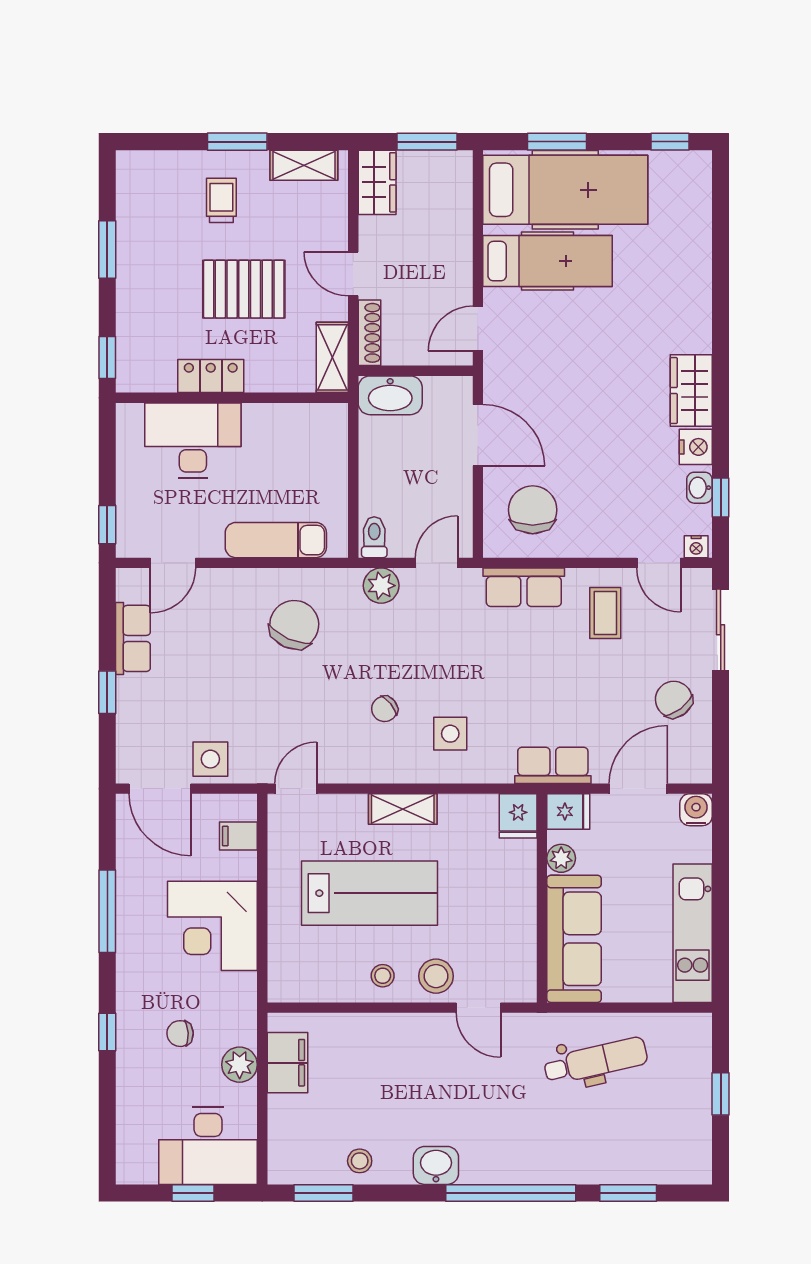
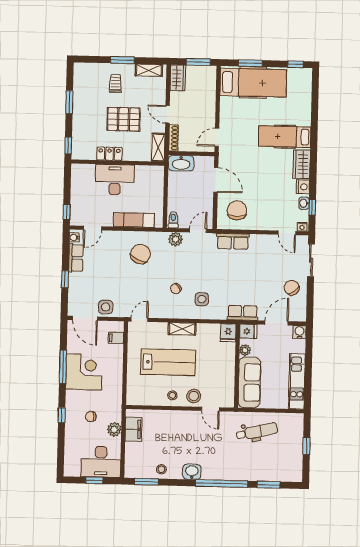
hospital bed: (548, 261) -> (285, 137), moved, turned 180
desk: (193, 440) -> (115, 180), moved
water cooler: (128, 588) -> (74, 238), added
coffee table: (605, 613) -> (265, 252), removed
corner desk: (212, 926) -> (84, 372), moved, turned 180

